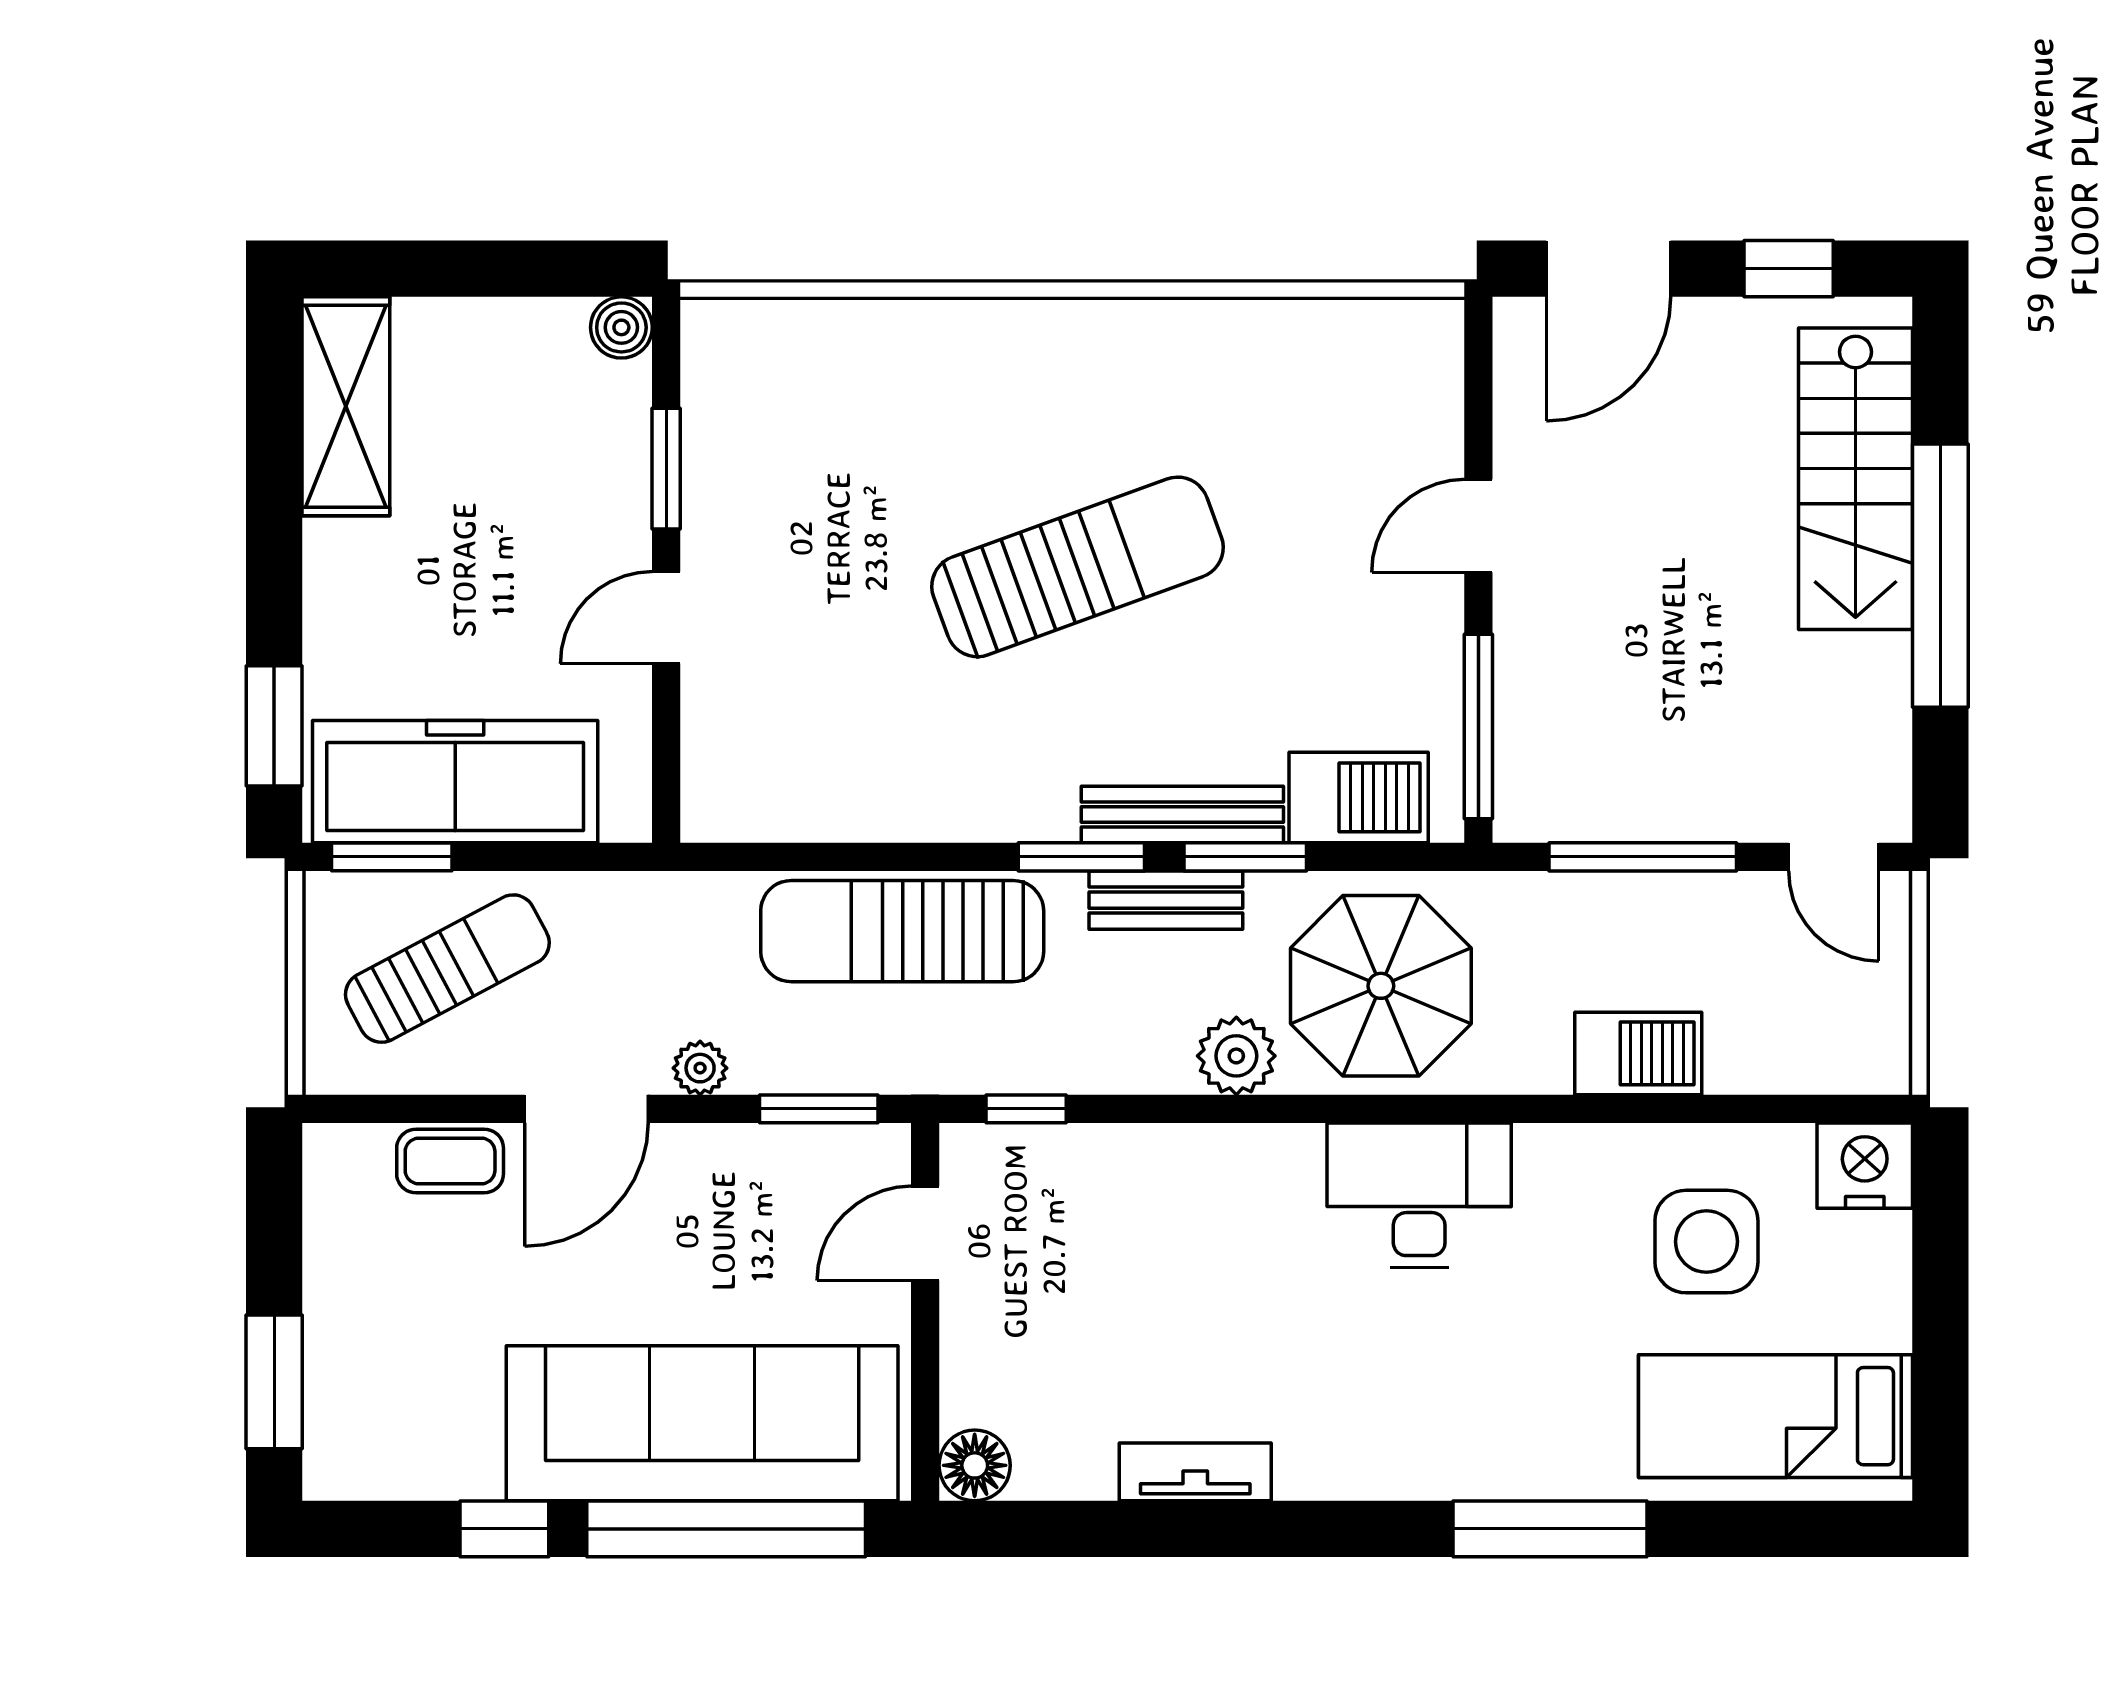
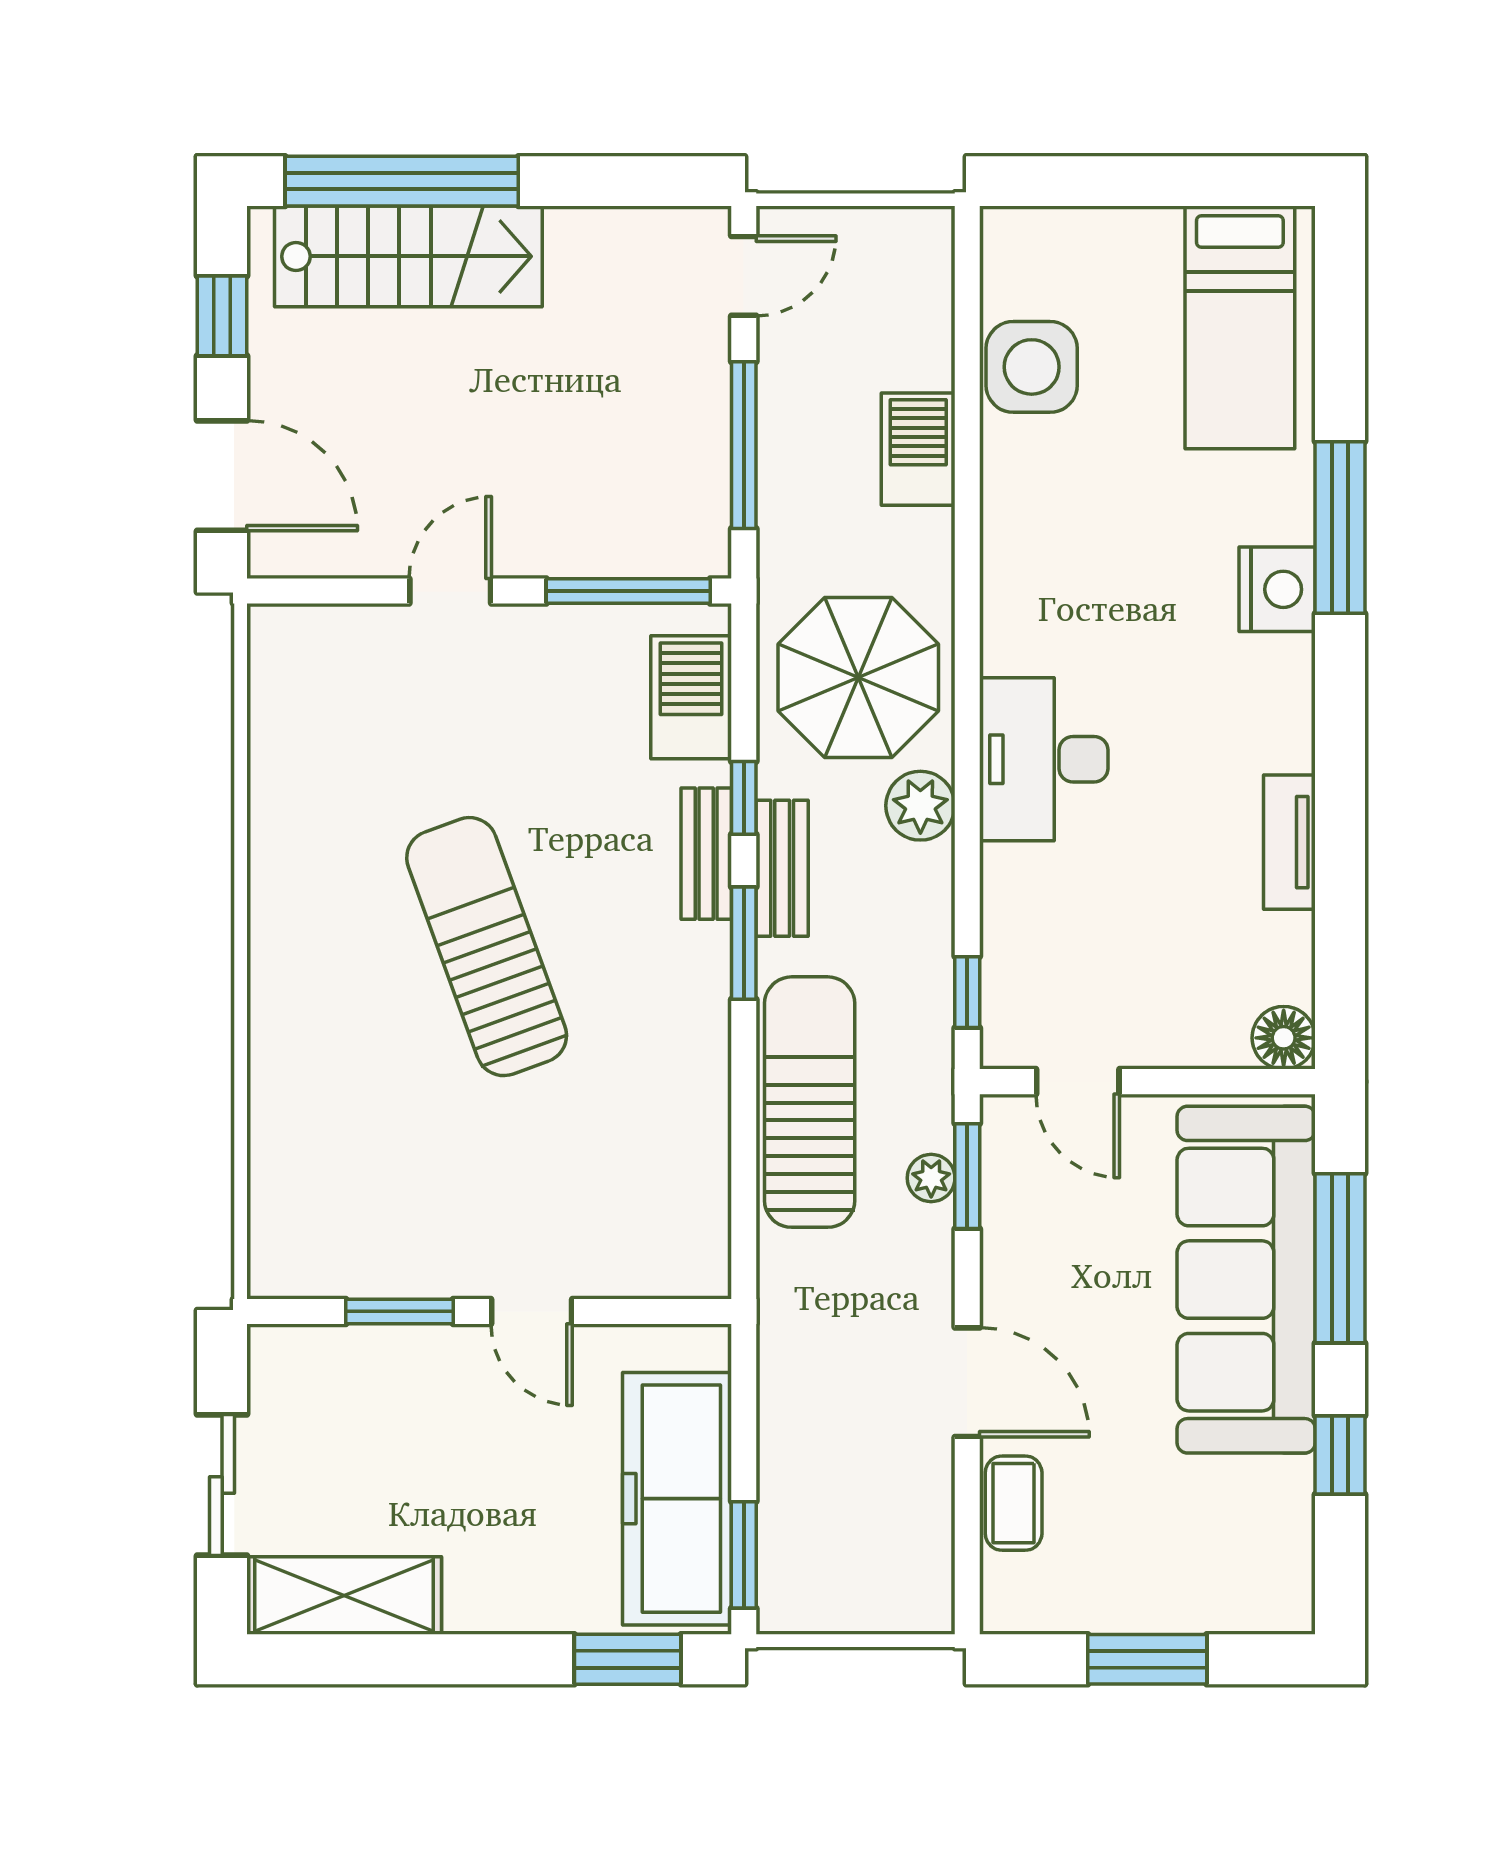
sliding door: (470, 269) -> (222, 1485), added
boiler: (621, 327) -> (274, 1351), removed
door: (1478, 526) -> (450, 591), swing flipped
window: (1940, 576) -> (402, 181), moved
bench: (1182, 814) -> (706, 854), width x0.73
window: (1245, 857) -> (744, 798), width x0.67
sun lounger: (902, 931) -> (810, 1102), turned 180
sun lounger: (447, 969) -> (843, 1506), removed
plant: (700, 1068) -> (931, 1178), moved
nightstand: (1865, 1166) -> (1277, 589), moved, turned 180
desk: (1419, 1195) -> (1044, 759), moved
side table: (1706, 1242) -> (1032, 367), moved
window: (274, 1382) -> (1147, 1659), moved
window: (726, 1529) -> (1340, 1258), width x0.68

